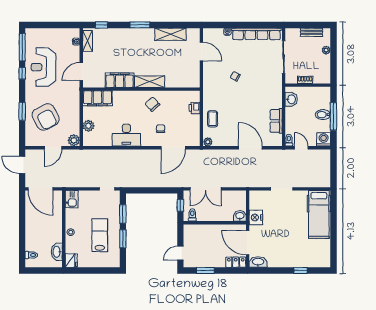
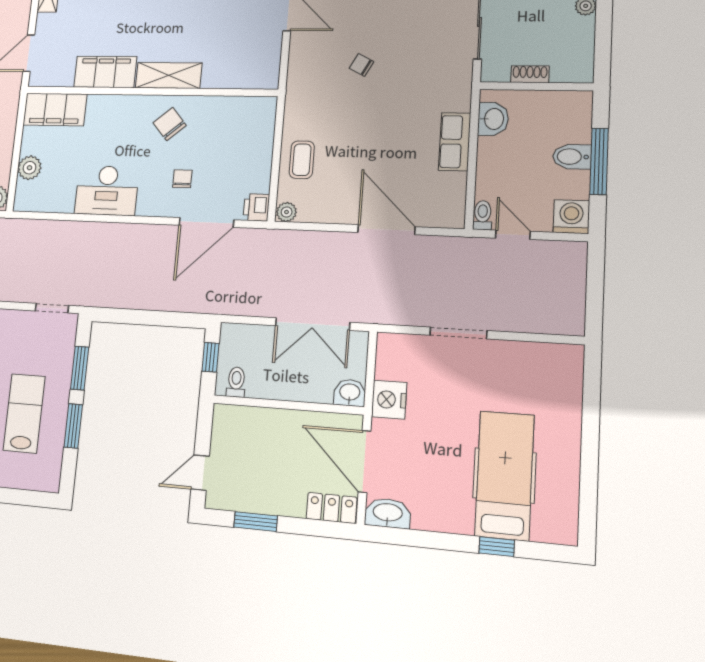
printer: (195, 108) -> (256, 207), moved
row of seats: (276, 121) -> (455, 142), moved
double door: (206, 189) -> (312, 324), moved
hospital bed: (319, 214) -> (504, 475), moved, turned 180

